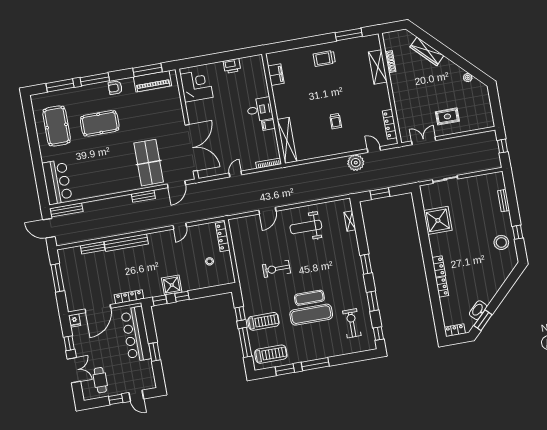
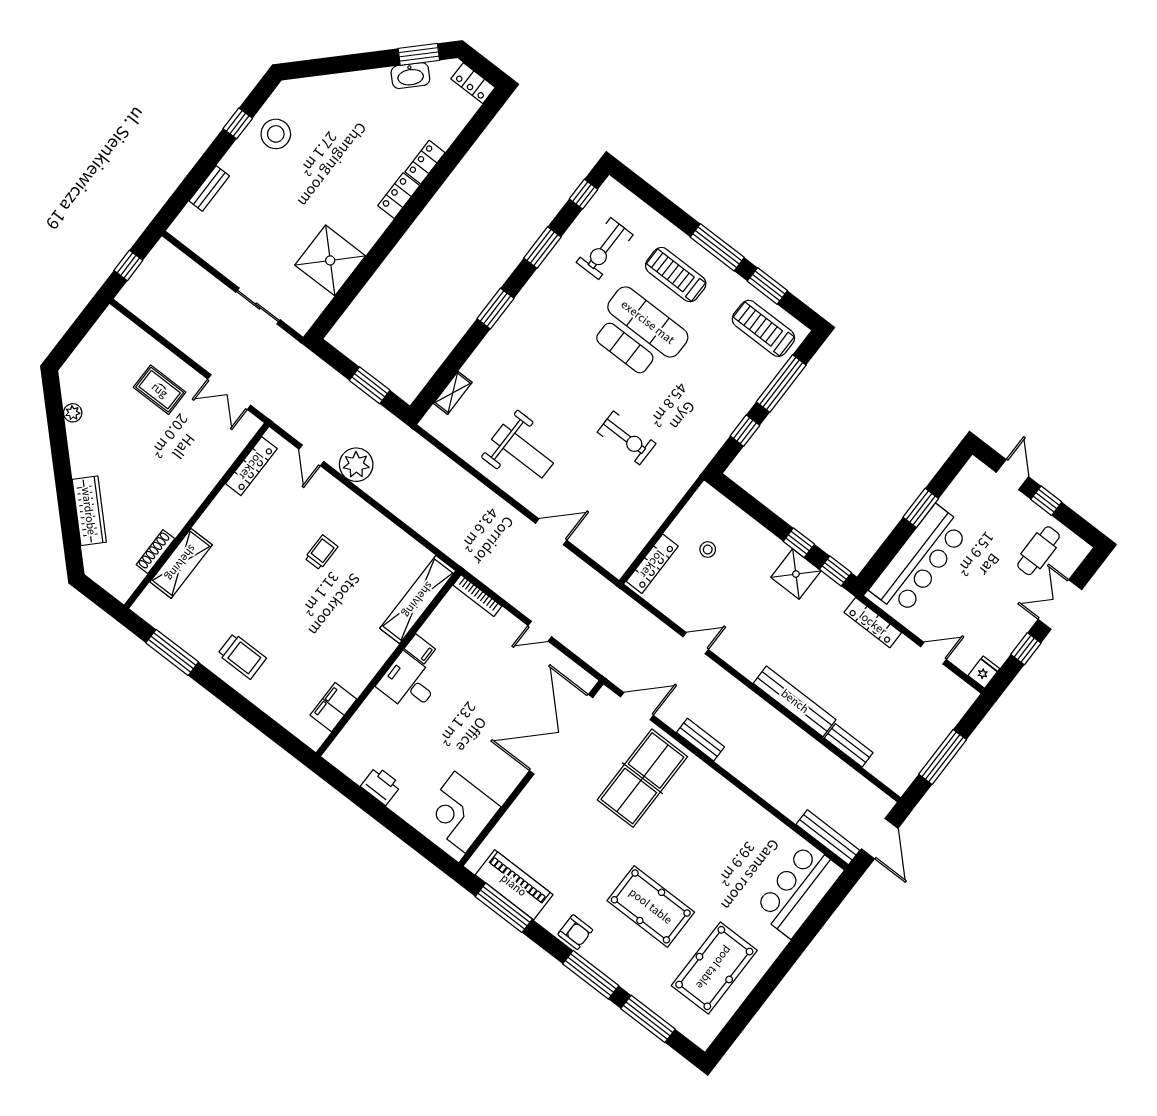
door: (98, 309) -> (933, 653), width x0.53
treadmill: (263, 321) -> (676, 275), moved

